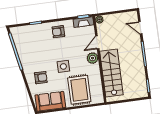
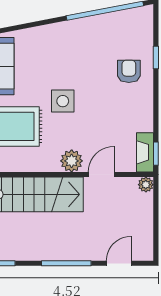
armchair: (58, 32) -> (129, 71), moved
door: (97, 42) -> (101, 174), hinge flipped
armchair: (41, 78) -> (47, 54), removed

